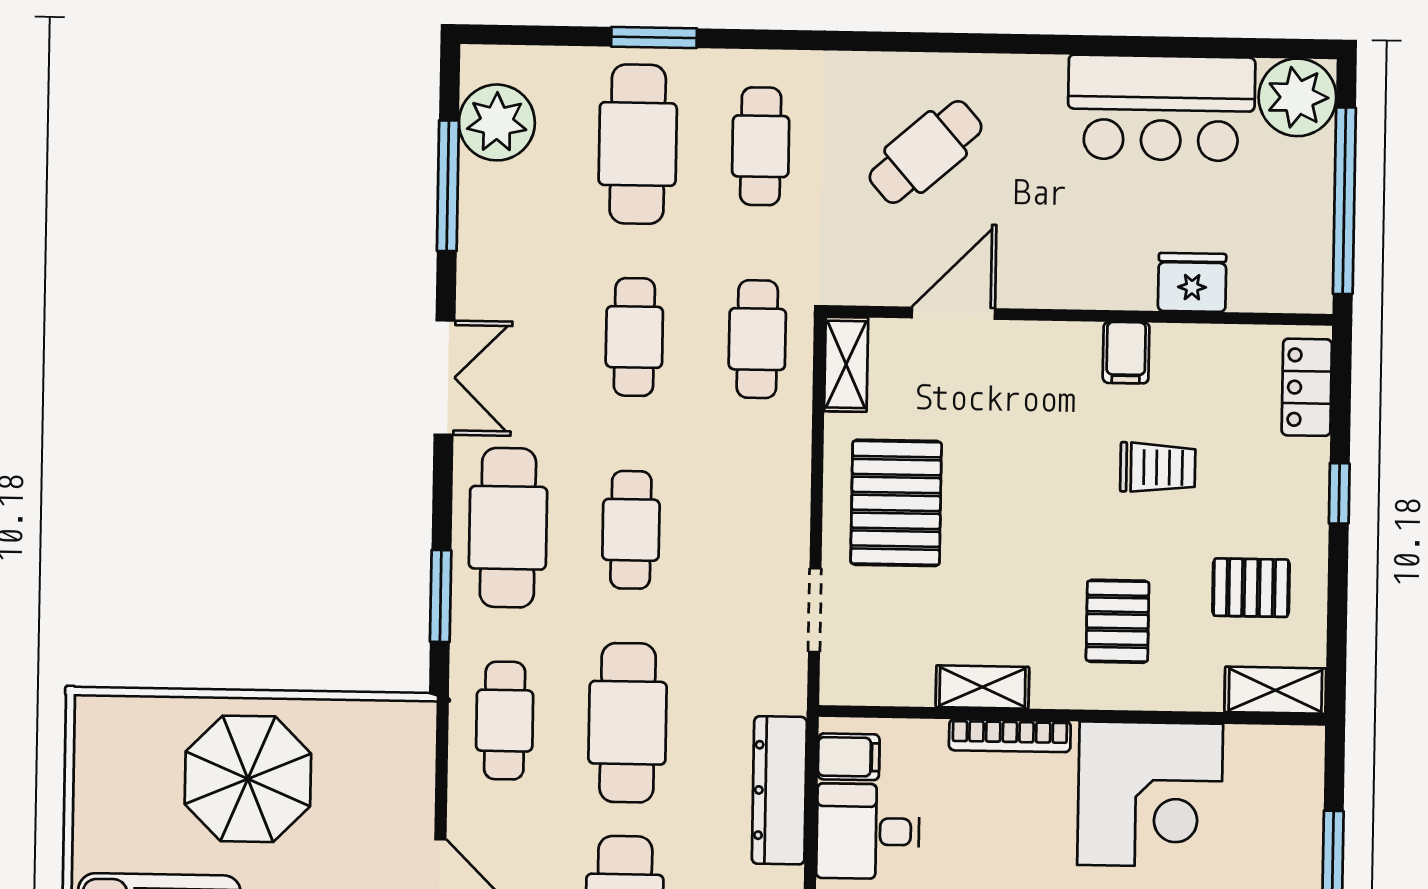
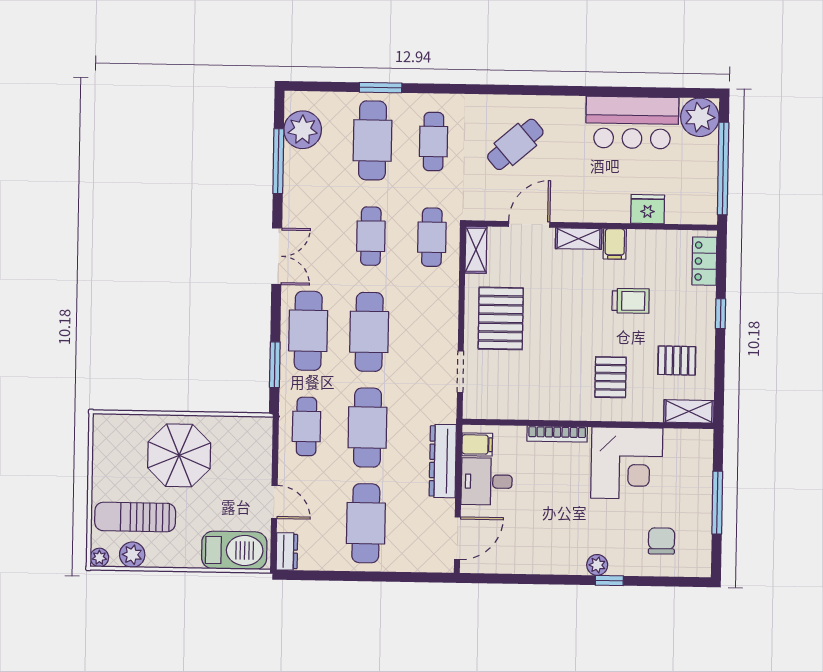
cafe table: (631, 530) -> (369, 332), width x1.37, depth x1.35
shelving: (982, 687) -> (579, 239), moved

